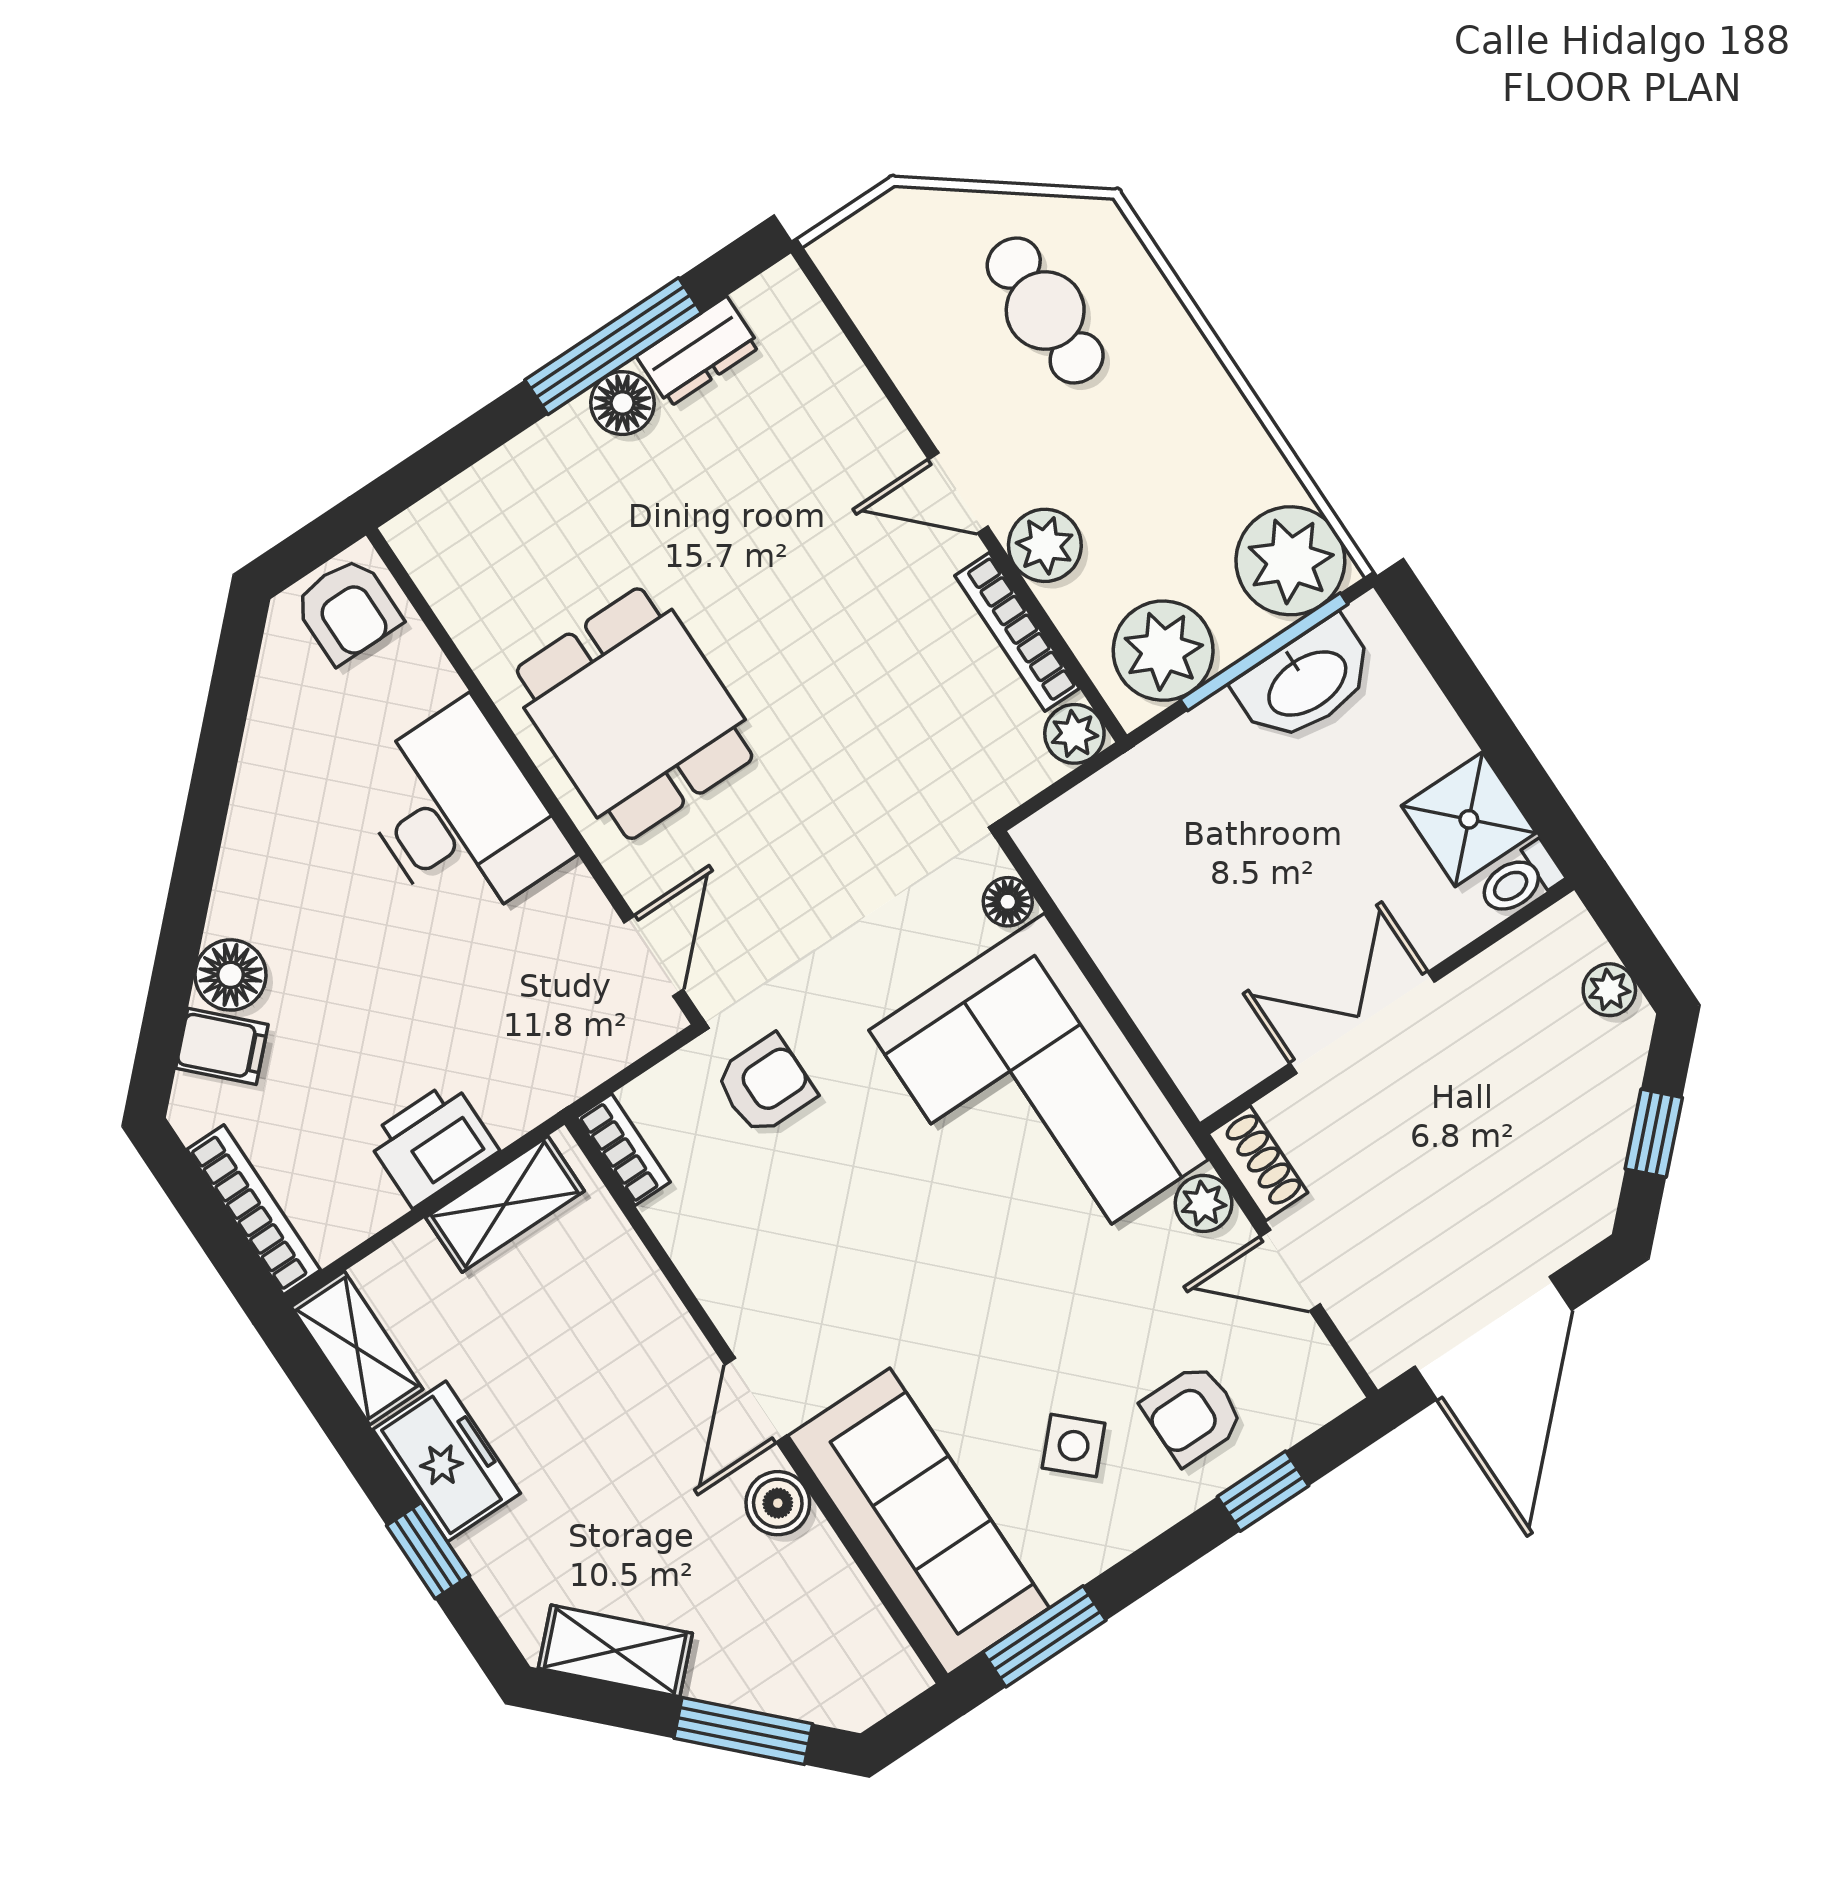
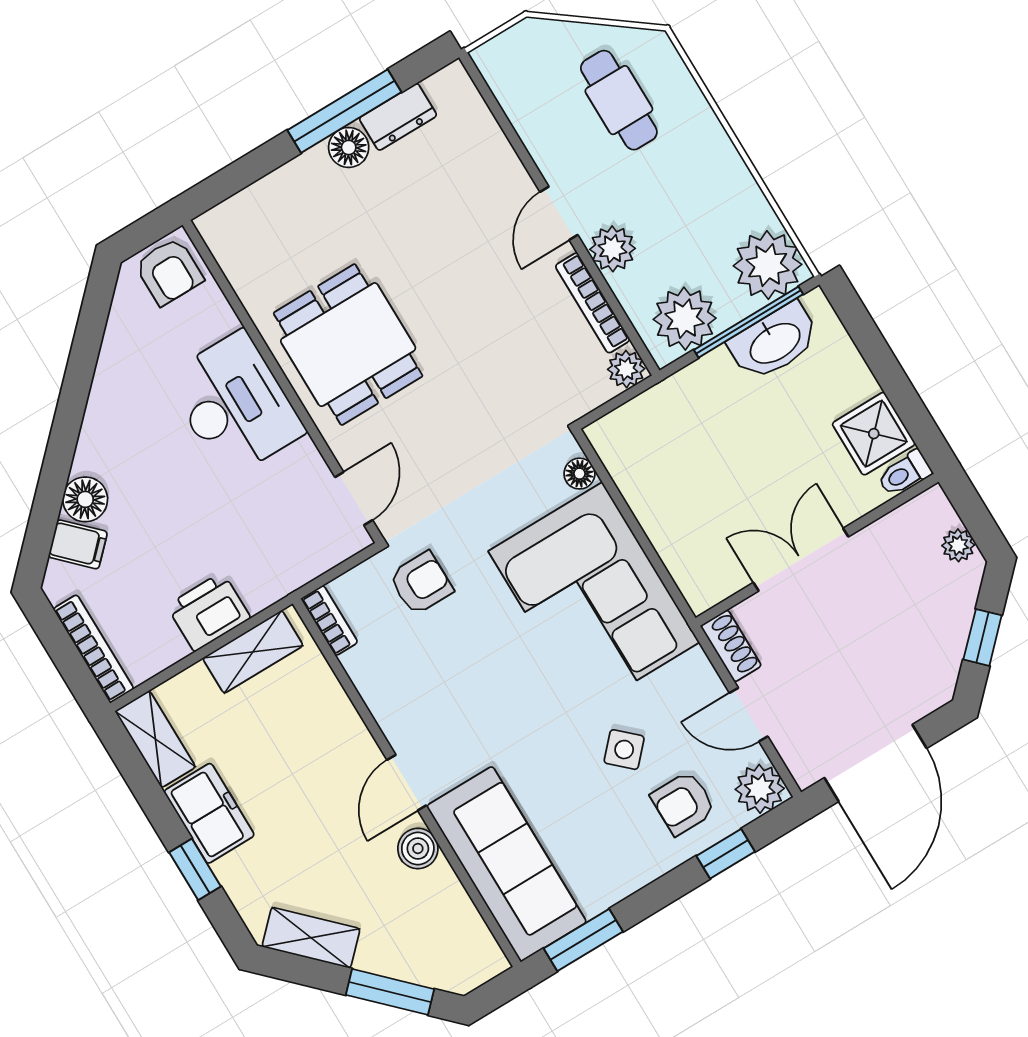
door: (958, 493) -> (559, 213), hinge flipped
plant: (1204, 1203) -> (760, 789), moved, width x1.38, depth x1.38
side table: (1074, 1446) -> (624, 750), moved

